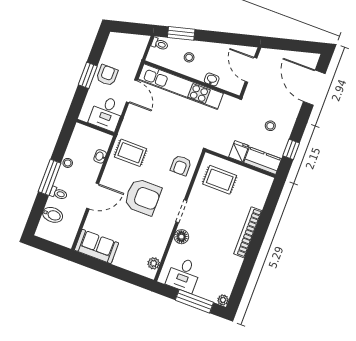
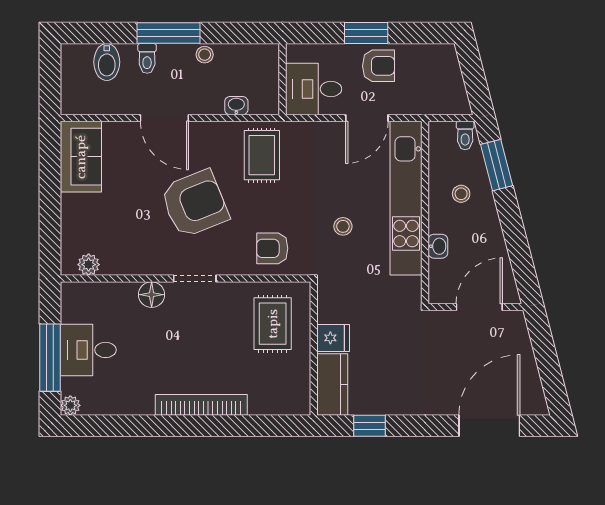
stool: (270, 126) -> (343, 226), moved
armchair: (143, 197) -> (195, 204), turned -112
desk: (184, 275) -> (88, 350), moved

